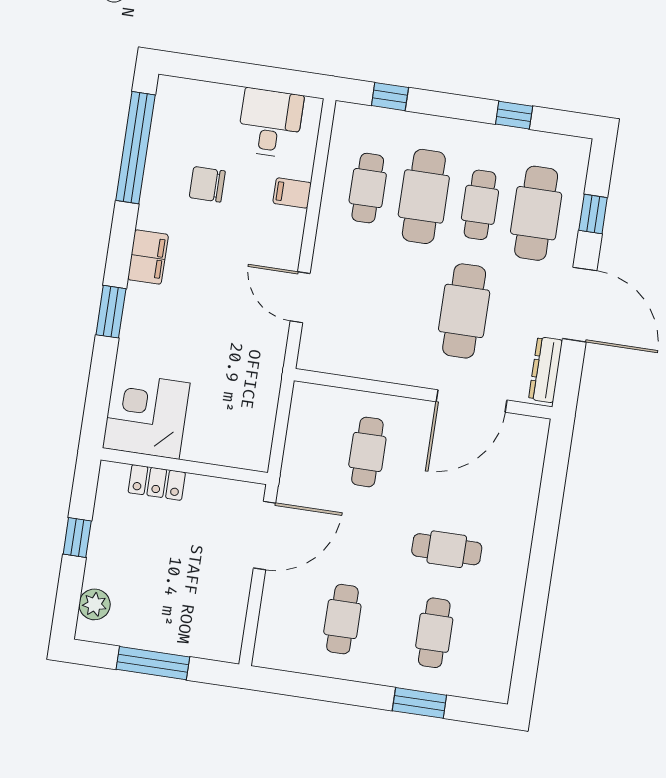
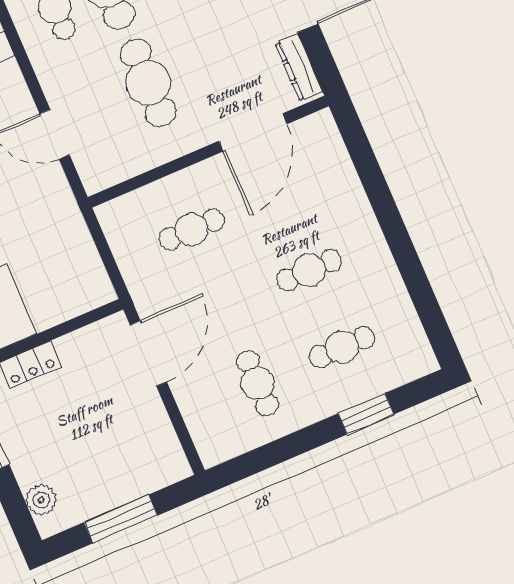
cafe table: (464, 311) -> (148, 83), moved
cafe table: (367, 452) -> (192, 230), turned 90
cafe table: (434, 633) -> (342, 347), turned 90

